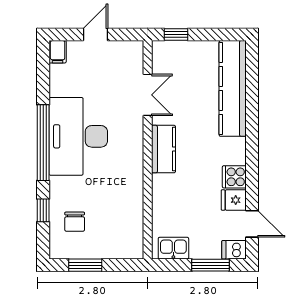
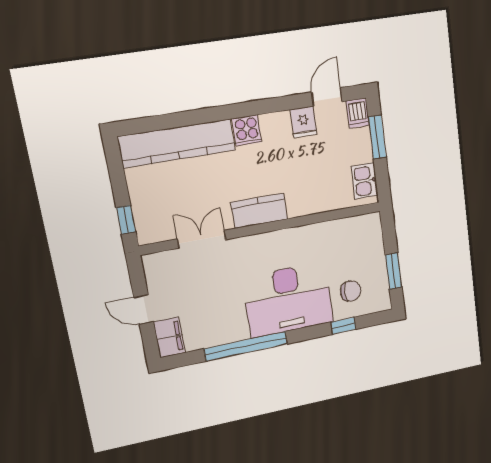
filing cabinet: (58, 52) -> (169, 337), width x2.00
desk: (78, 136) -> (288, 300), moved
window: (43, 143) -> (246, 346), moved
cooker: (234, 177) -> (247, 130), moved

